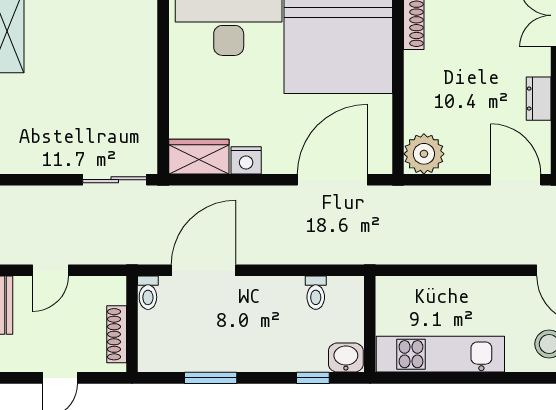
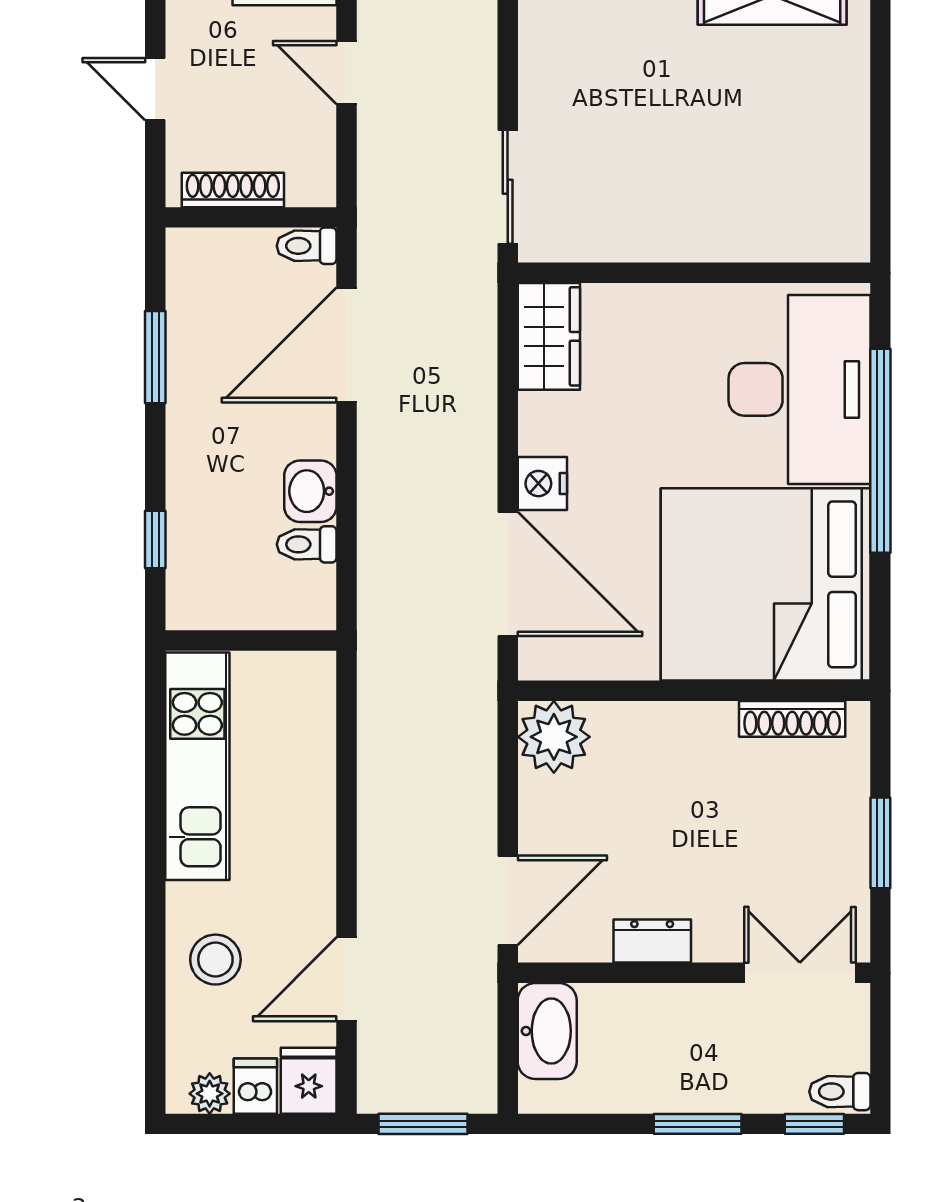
nightstand: (246, 160) -> (542, 484), moved
door: (204, 270) -> (347, 345), swing flipped
washbasin: (346, 358) -> (310, 491), moved, turned 180

